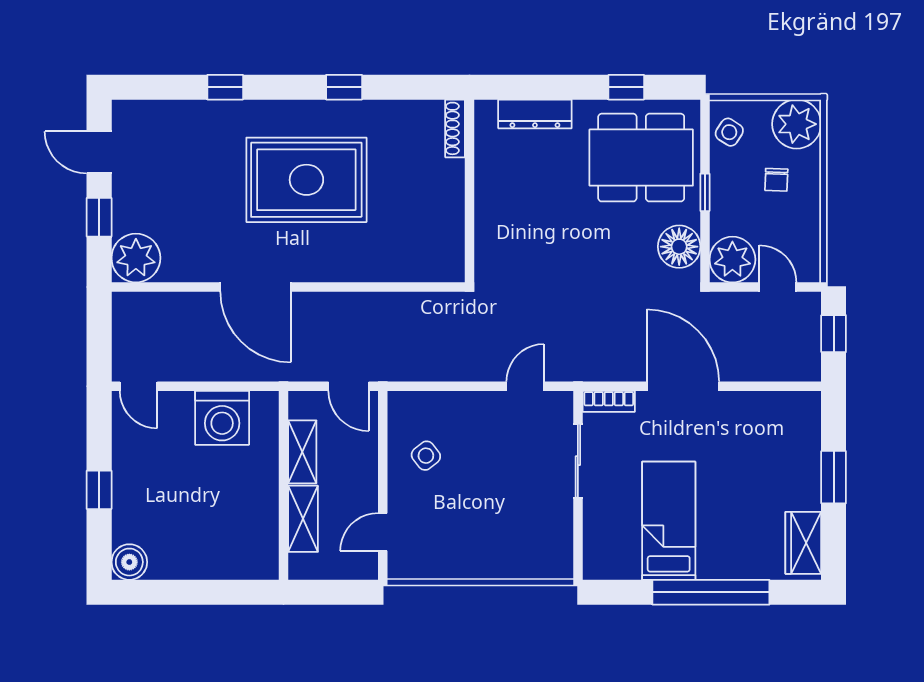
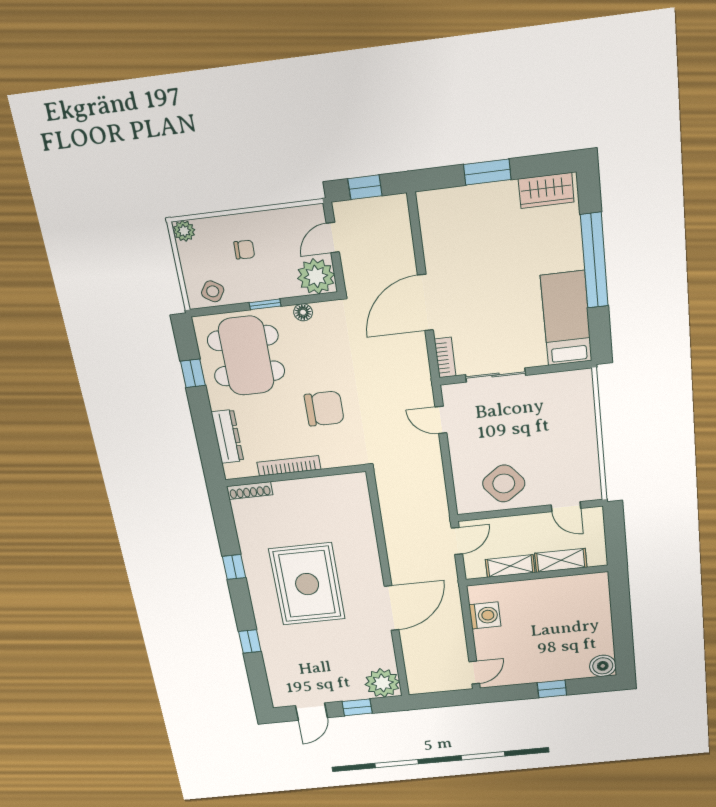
plant: (797, 124) -> (184, 231), width x0.53, depth x0.53
bookcase: (484, 185) -> (289, 466), added
chair: (559, 242) -> (324, 409), added
floor lamp: (679, 247) -> (303, 312), width x0.53, depth x0.53
washing machine: (222, 418) -> (485, 615), width x0.73, depth x0.73
side table: (426, 456) -> (504, 483), width x1.87, depth x1.87
bed: (669, 521) -> (566, 318), moved, turned 90

